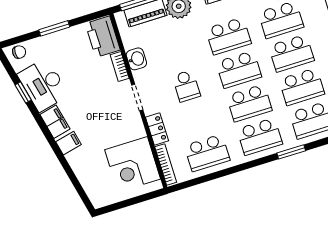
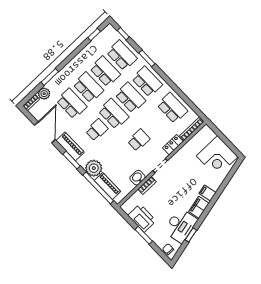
school desk: (228, 36) -> (97, 130), width x0.54
printer: (103, 37) -> (142, 218), moved, turned -90
corner desk: (133, 164) -> (217, 156), moved, turned 90

